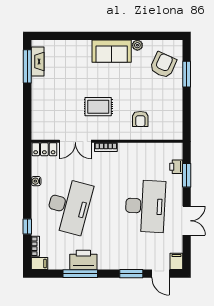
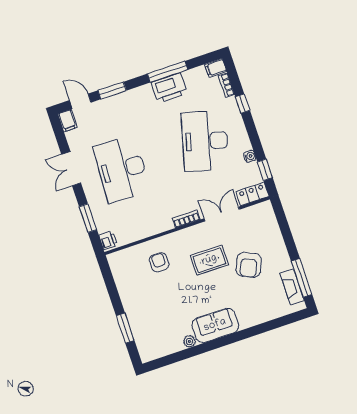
armchair: (163, 65) -> (249, 265), moved
window: (27, 166) -> (265, 170), added
printer: (176, 167) -> (108, 240), moved

